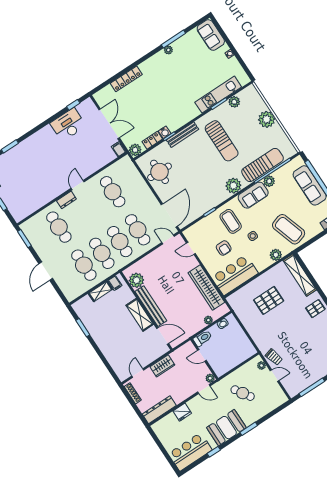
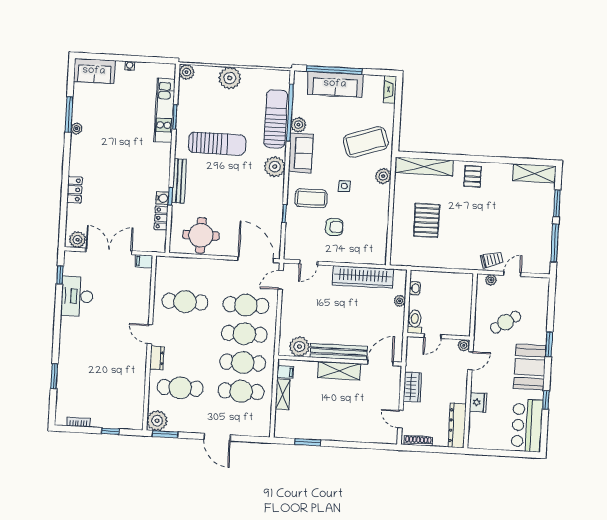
locker: (126, 79) -> (75, 190), width x0.66
plant: (234, 102) -> (187, 72), moved
plant: (135, 150) -> (77, 240), moved
plant: (29, 228) -> (157, 421), added
bar counter: (235, 275) -> (372, 236), removed

